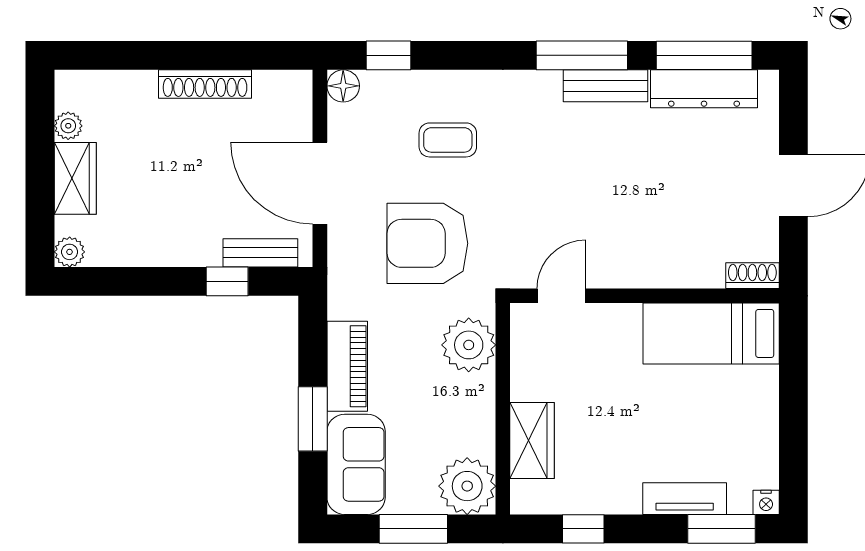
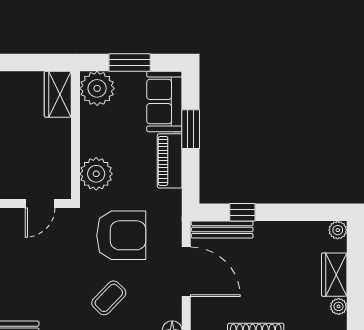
coffee table: (448, 140) -> (109, 298), turned -46
bench: (260, 253) -> (222, 230), width x1.36
wardrobe: (532, 441) -> (58, 94), moved
window: (583, 529) -> (27, 62), removed

